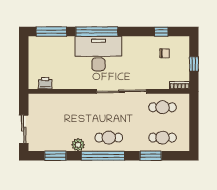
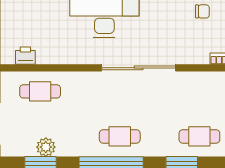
cafe table: (163, 107) -> (40, 91), moved
plant: (78, 145) -> (46, 147), moved

